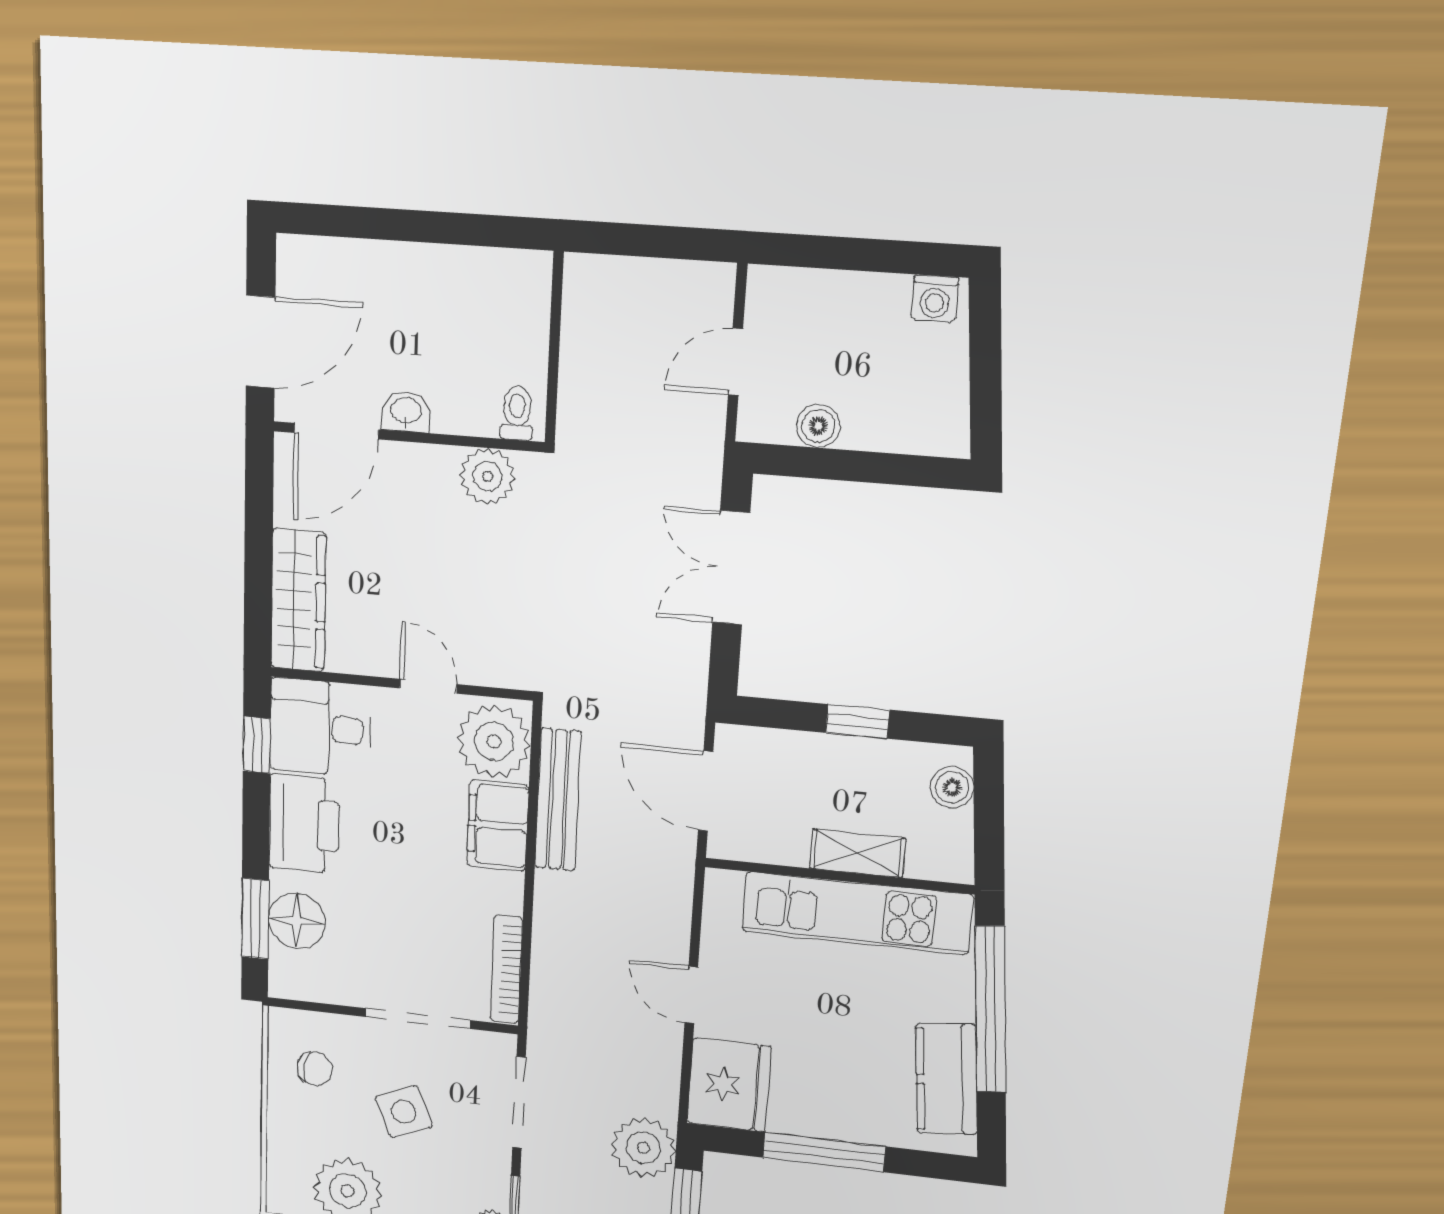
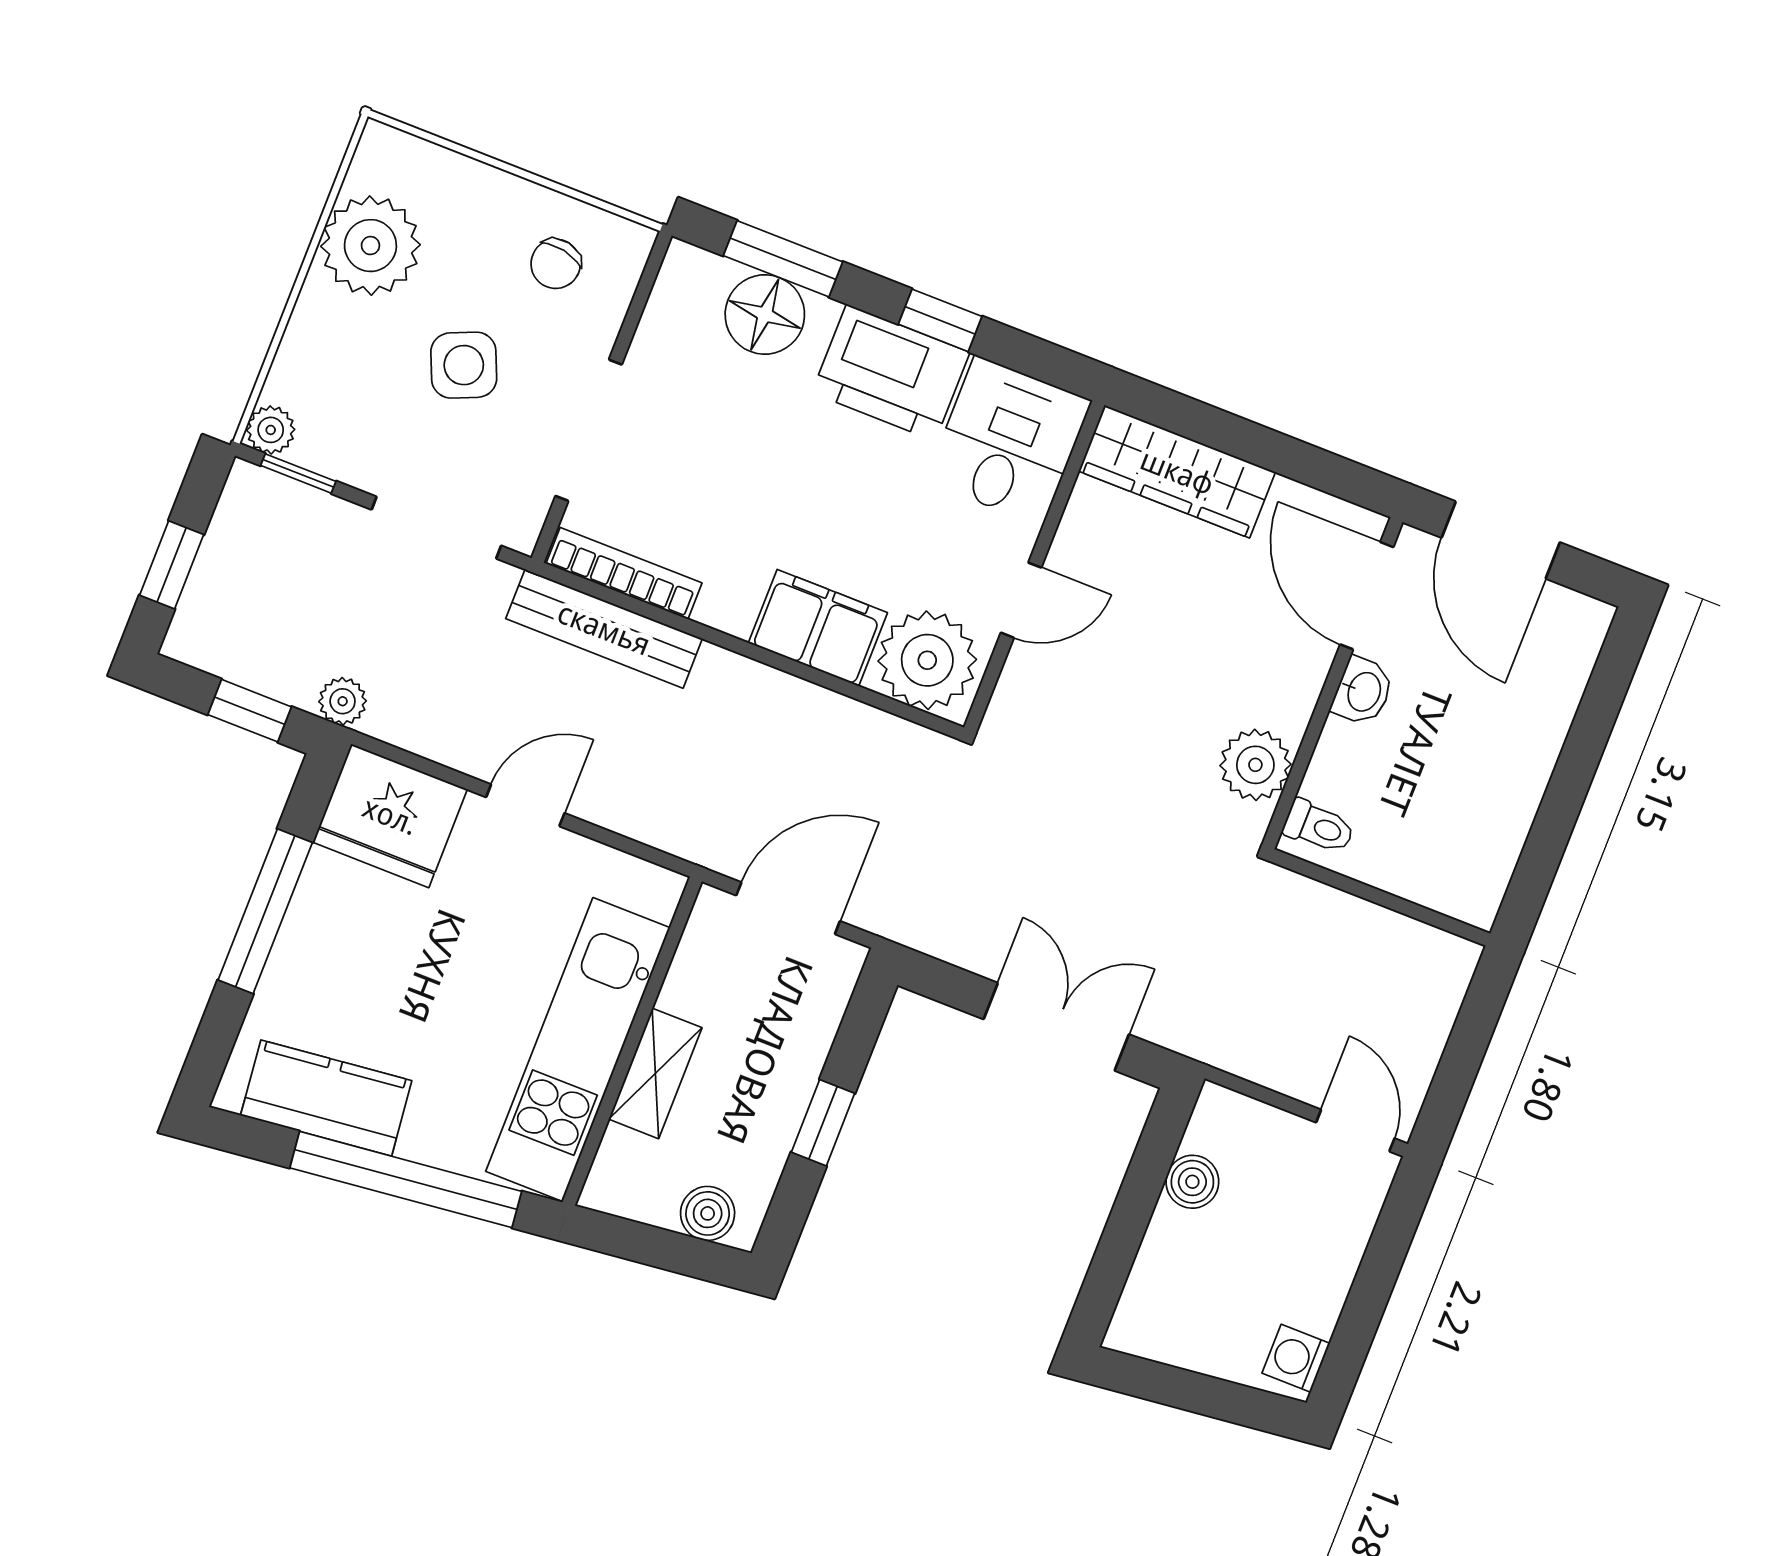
door: (736, 362) -> (1355, 1130), moved
window: (257, 745) -> (940, 320), moved
bench: (558, 800) -> (604, 629), moved
plant: (643, 1148) -> (343, 701), width x0.53, depth x0.53

